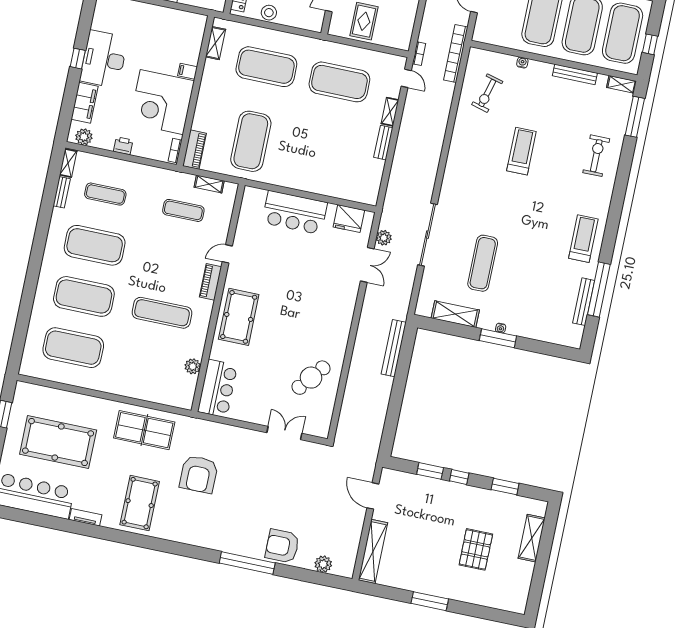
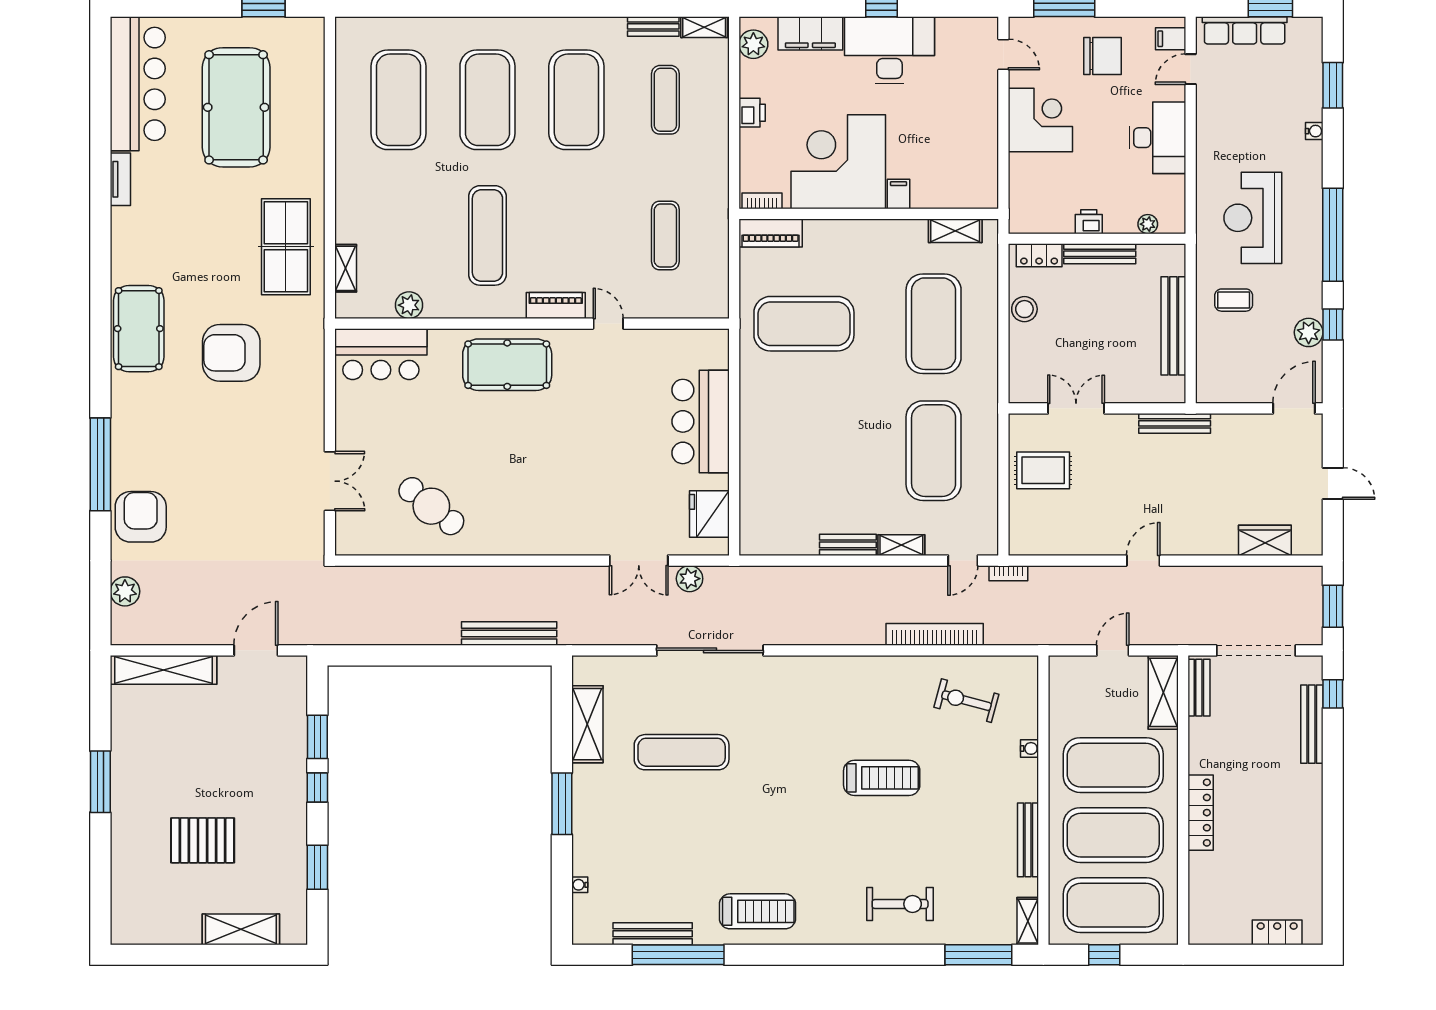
bookcase: (456, 53) -> (935, 634), moved
shelving: (209, 184) -> (346, 268), moved
water cooler: (501, 328) -> (580, 885), moved
pool table: (140, 503) -> (139, 329), moved, turned 90

